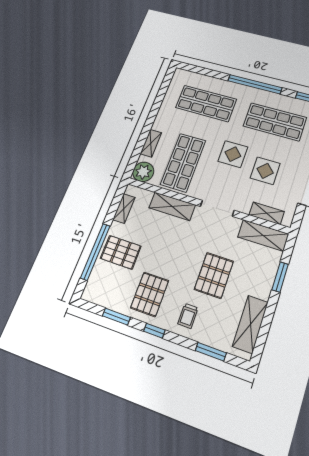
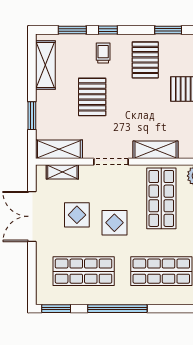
window: (154, 331) -> (108, 30), moved

